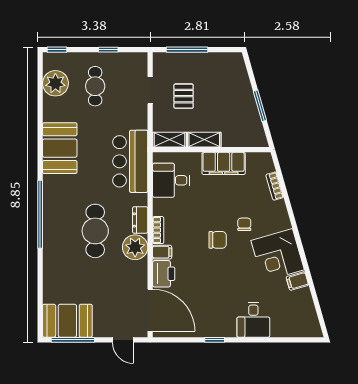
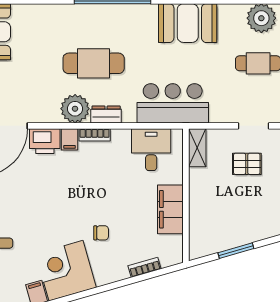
shelving: (204, 140) -> (197, 187), removed
chair: (218, 240) -> (83, 203), removed

